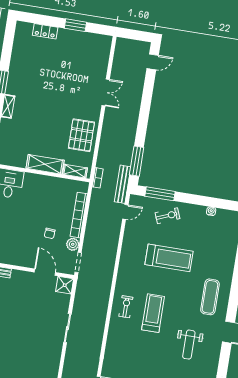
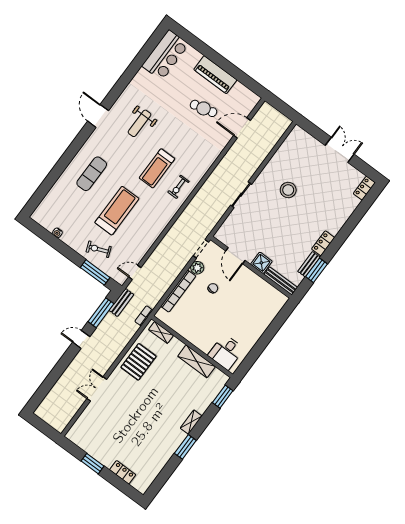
door: (153, 62) -> (81, 339), moved
shelving: (45, 164) -> (197, 361), moved
bench: (123, 184) -> (121, 302), width x0.73
treadmill: (169, 258) -> (117, 211), turned 90
shower: (65, 285) -> (261, 263), moved
exercise mat: (210, 297) -> (92, 174), moved
weight bench: (189, 345) -> (140, 123), turned 180
stool: (28, 354) -> (288, 190), added

